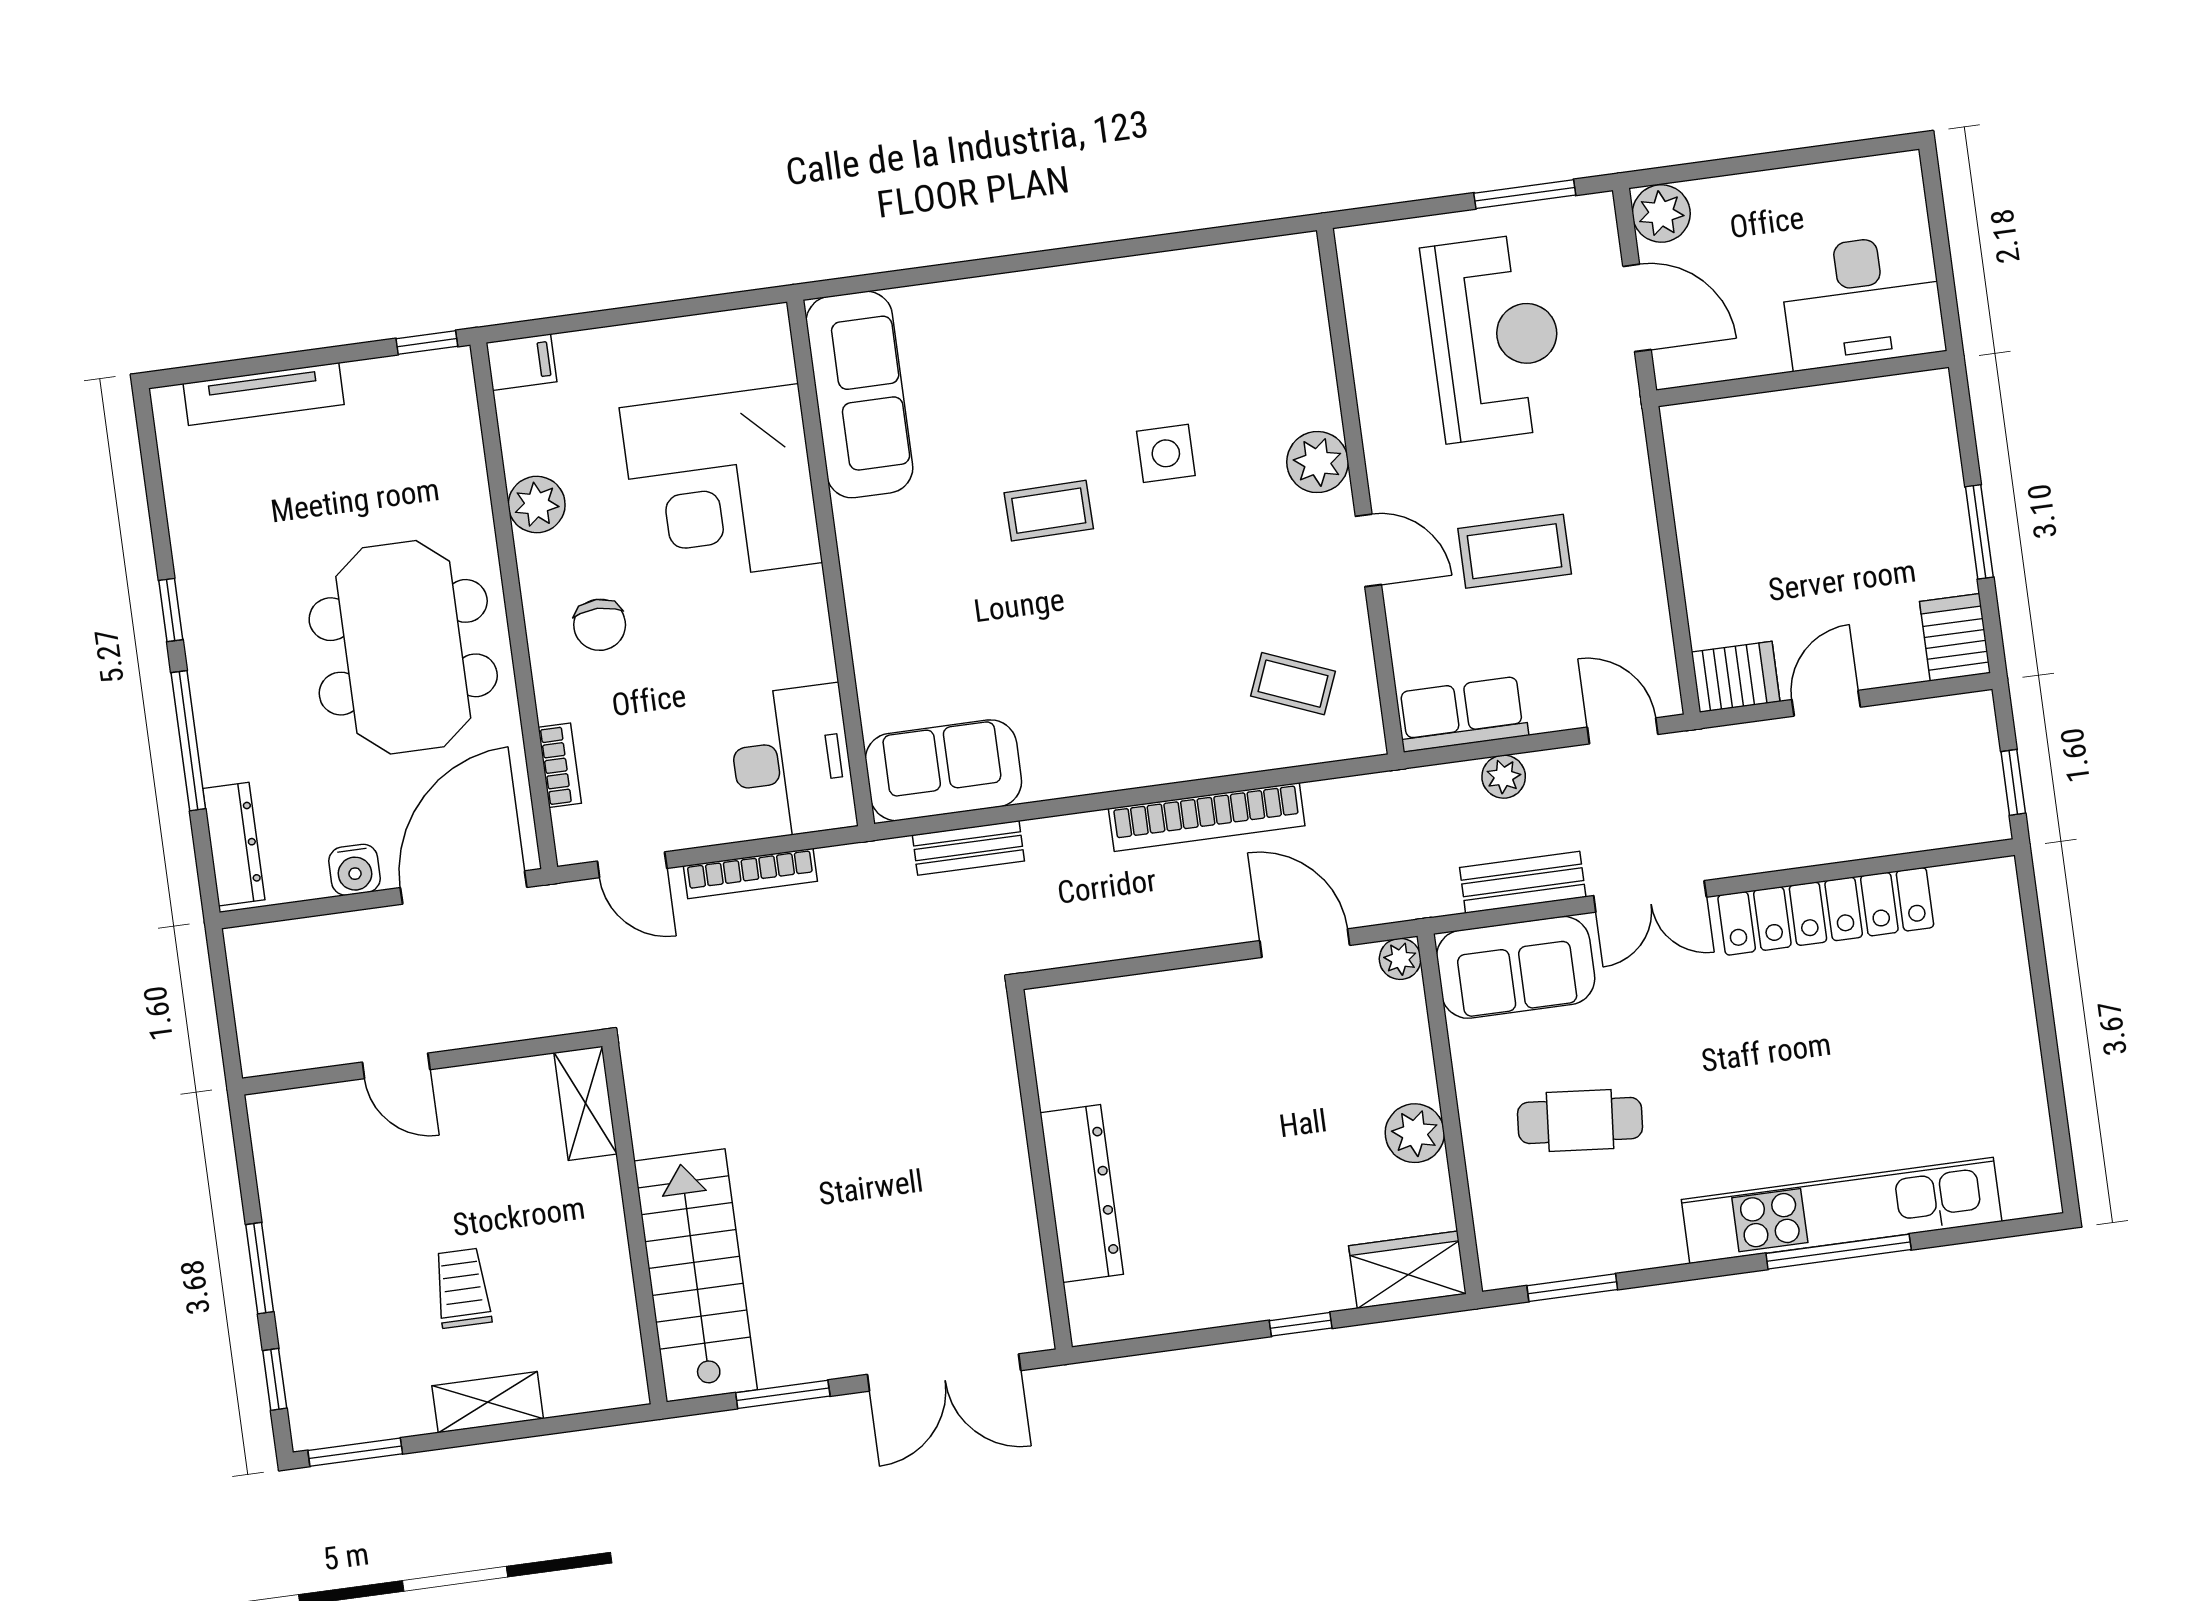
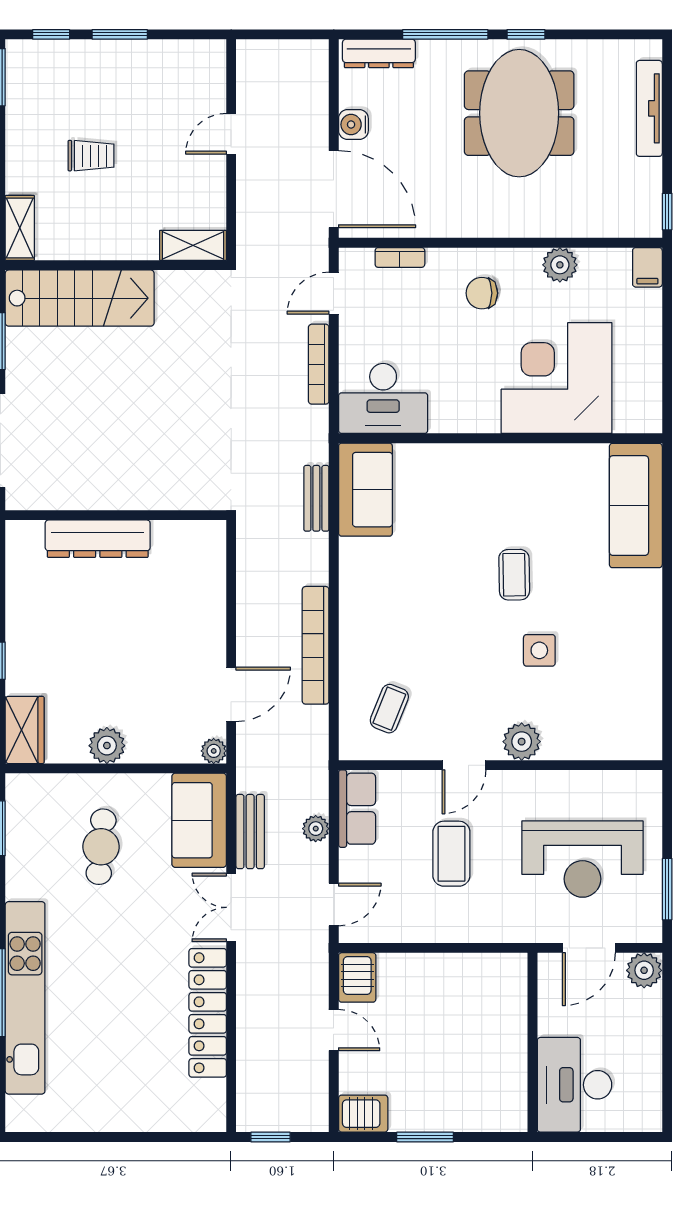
sofa: (859, 395) -> (636, 506), moved, turned 90
meeting table: (403, 647) -> (519, 113), moved, turned 90
shelving: (488, 1402) -> (20, 228), moved

